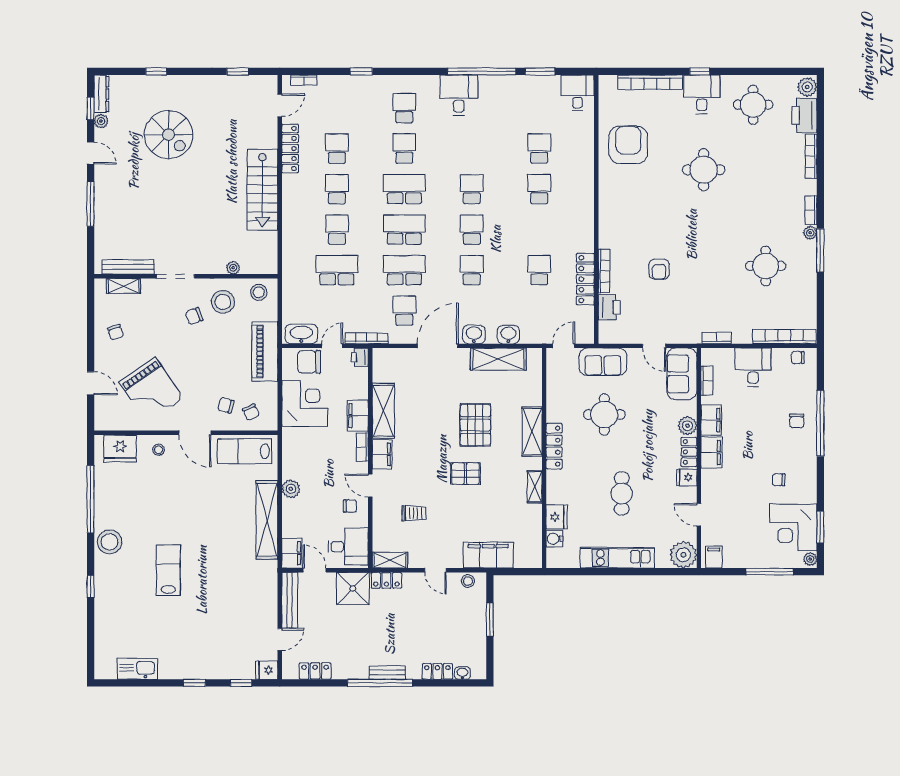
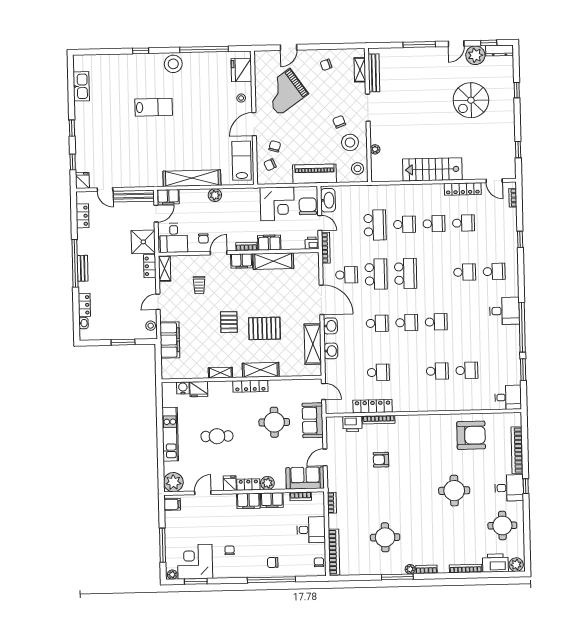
plant: (101, 121) -> (475, 55), width x1.87, depth x1.87
school desk: (404, 189) -> (435, 273), removed

